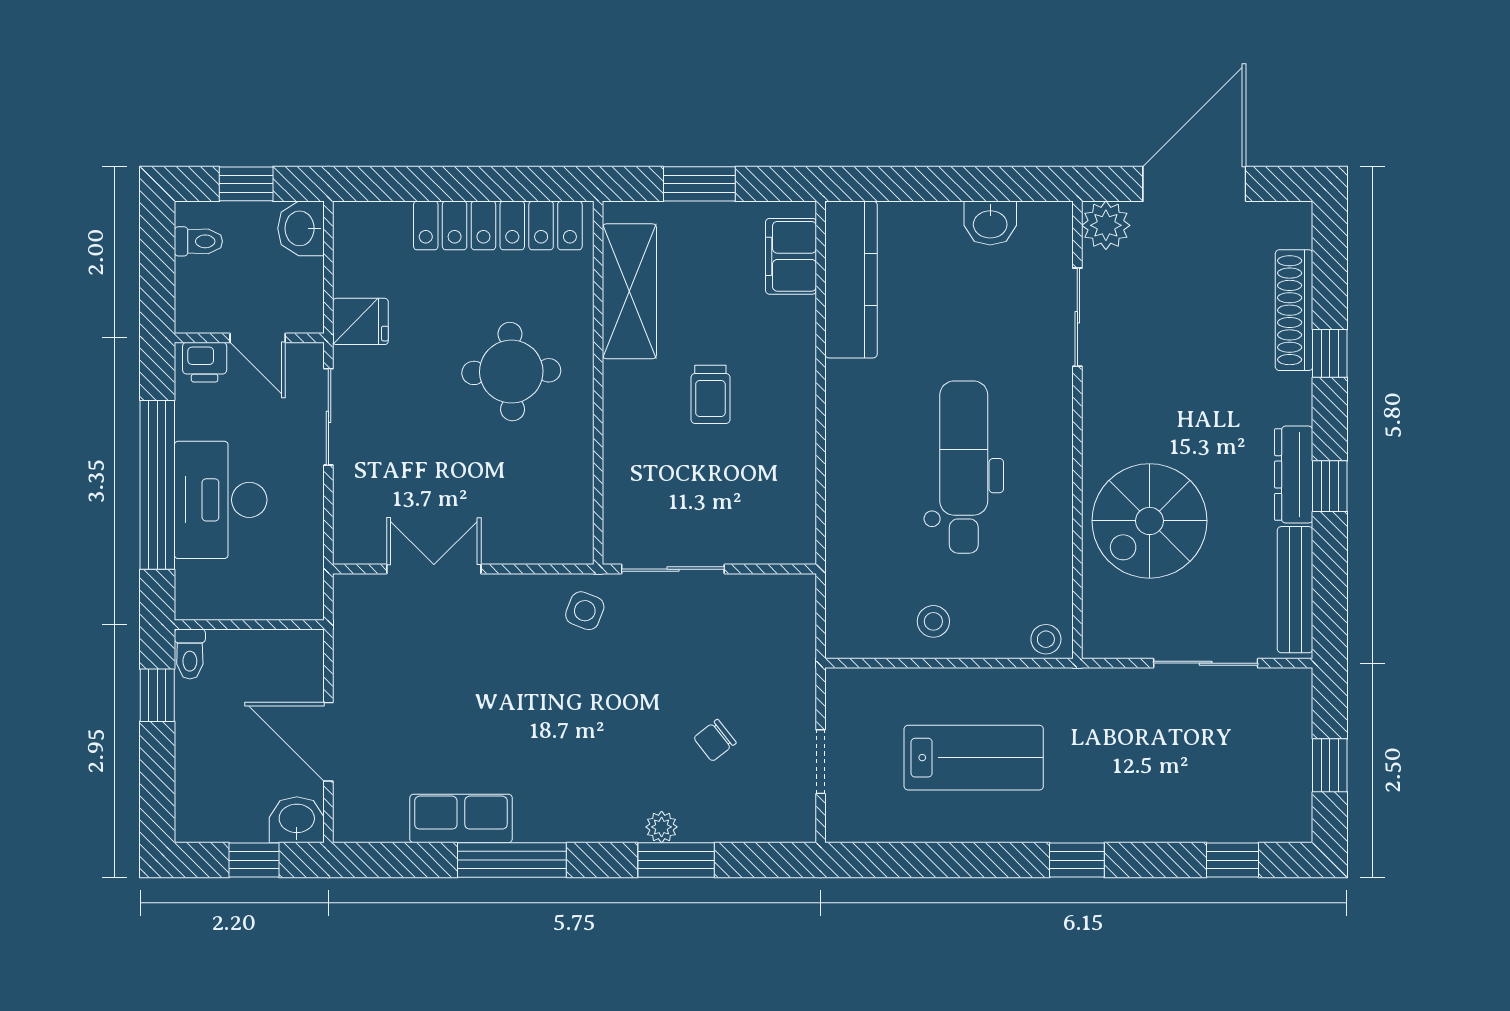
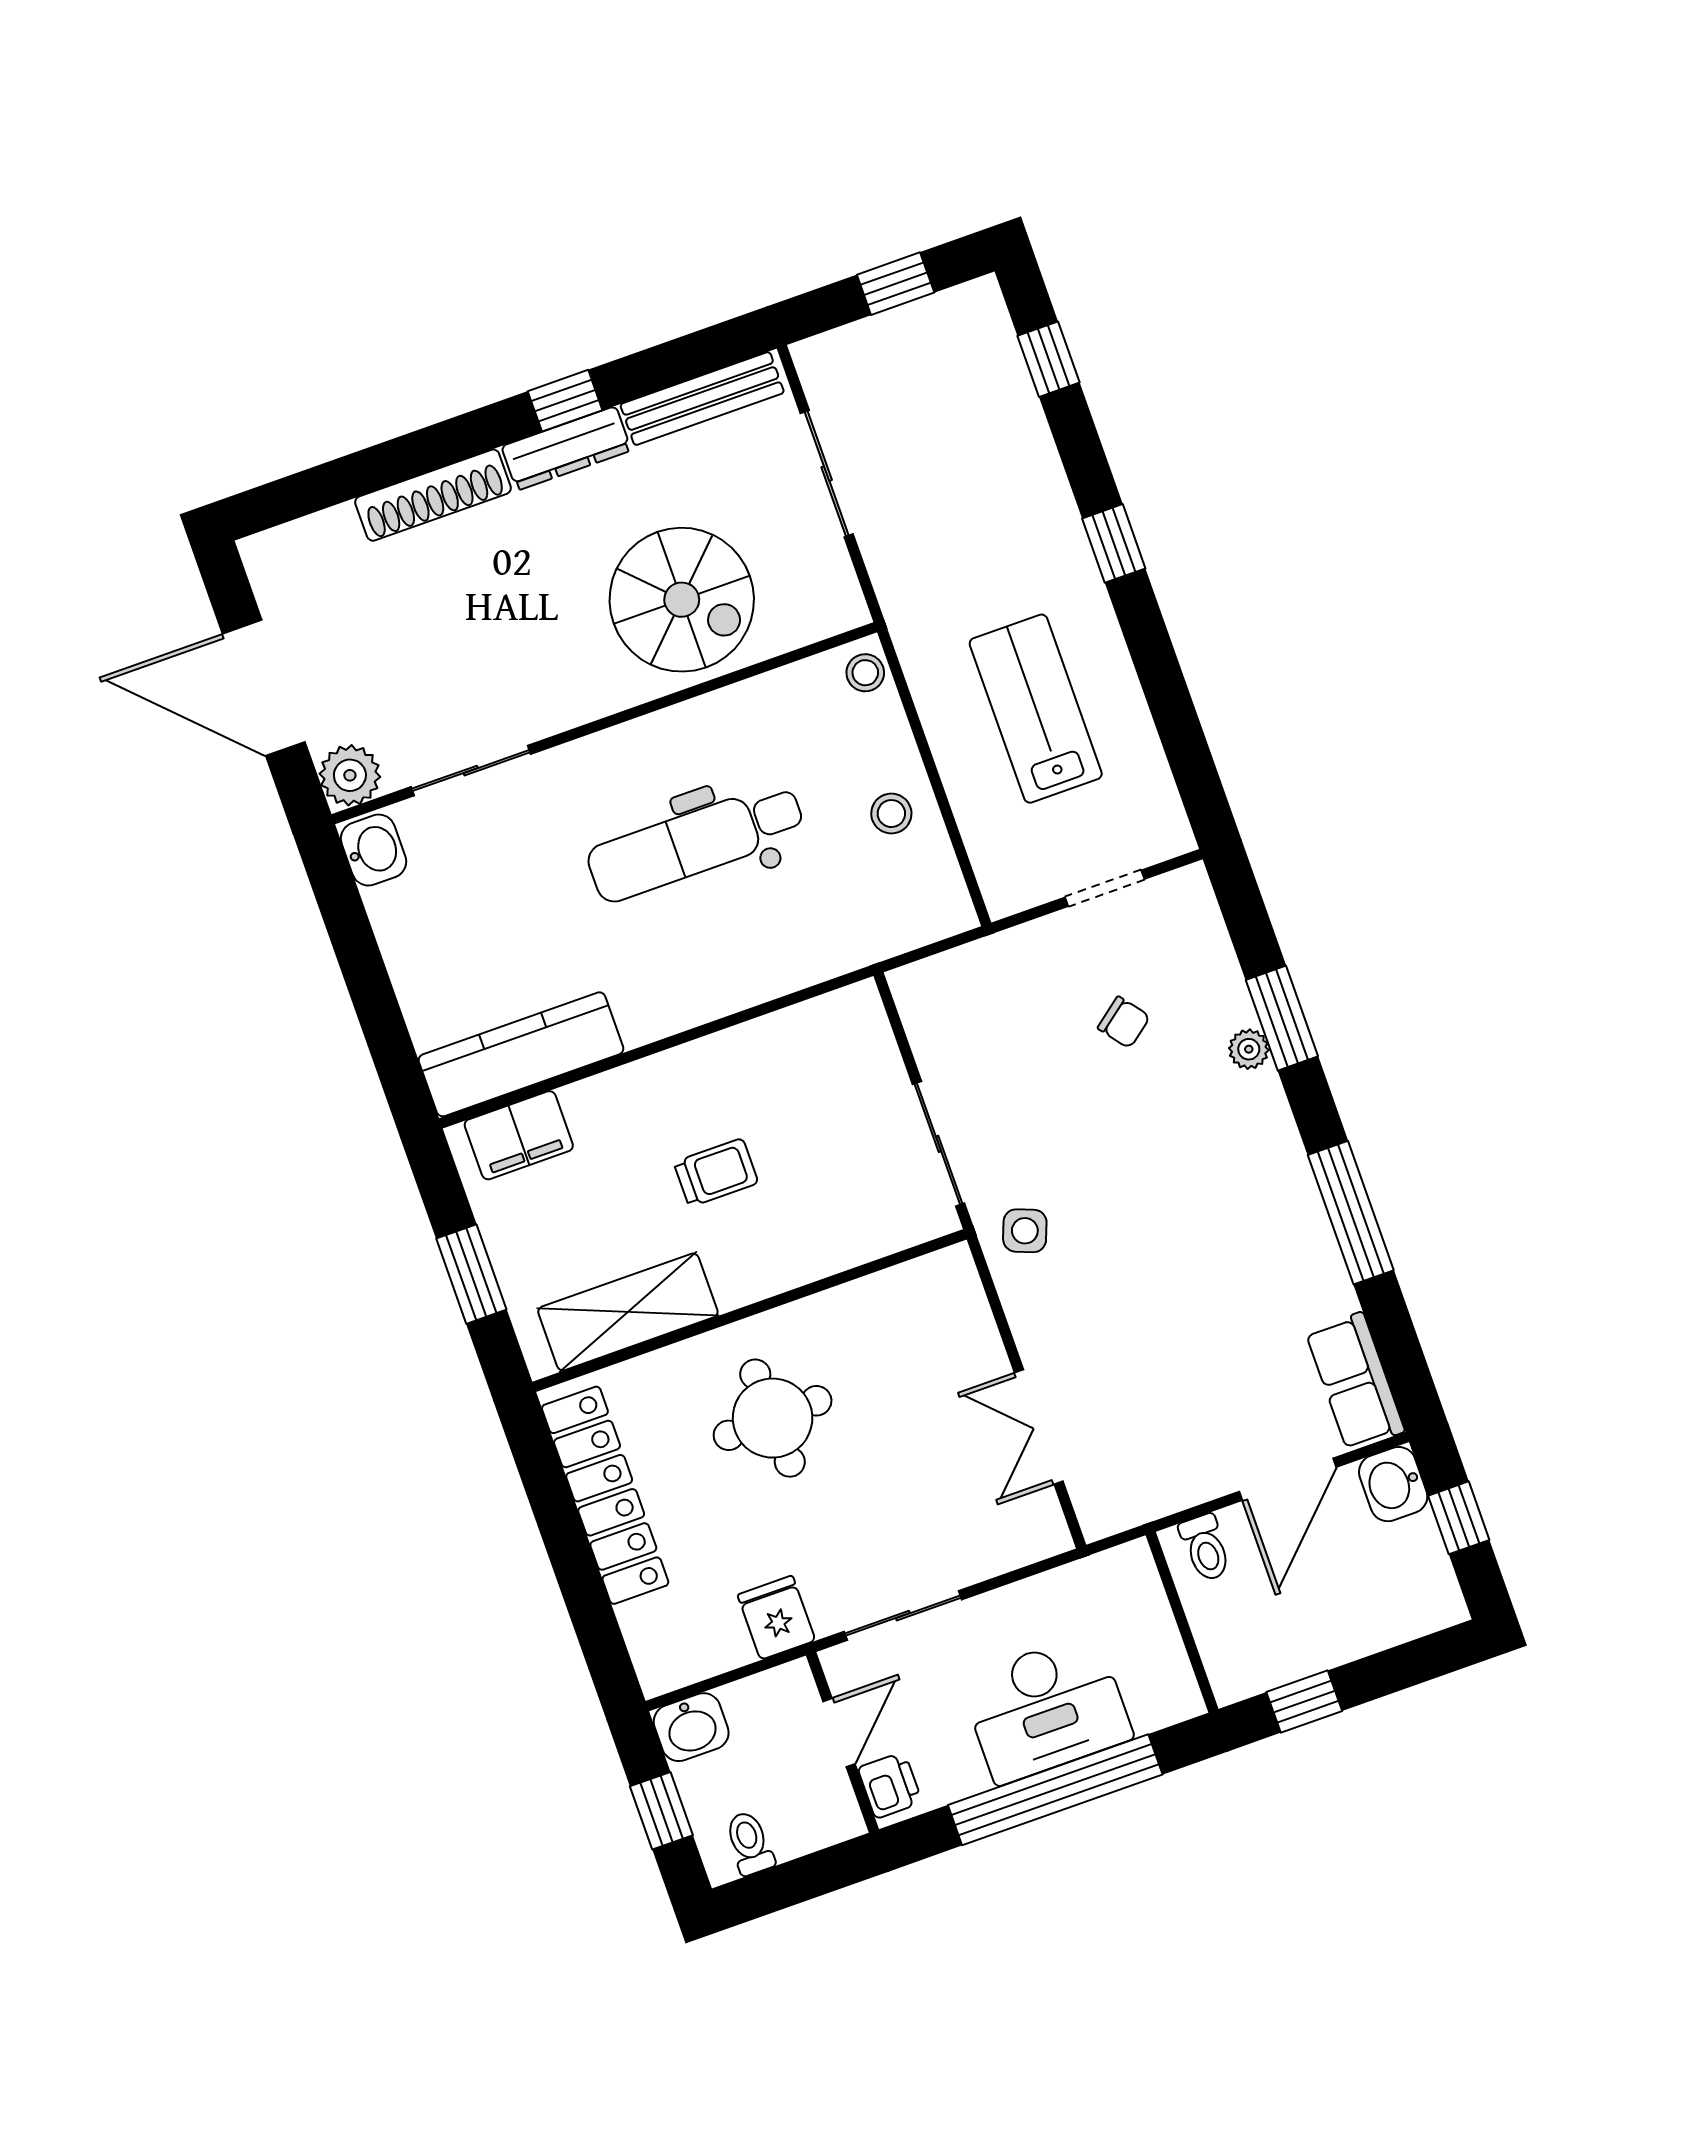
washbasin: (990, 223) -> (374, 850), moved
shoe rack: (1294, 310) -> (433, 495), moved
window: (1330, 353) -> (408, 456), removed
toilet: (190, 654) -> (1205, 1548), moved, turned 90
row of seats: (461, 818) -> (1355, 1382), moved

